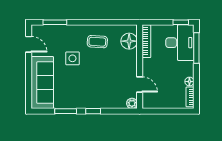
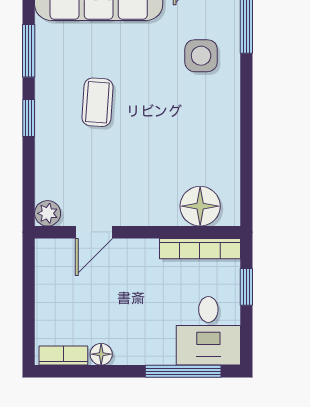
window: (181, 22) -> (246, 287), moved
coffee table: (97, 42) -> (97, 102), moved
desk: (180, 43) -> (208, 331), width x0.73
side table: (72, 58) -> (201, 56), moved

